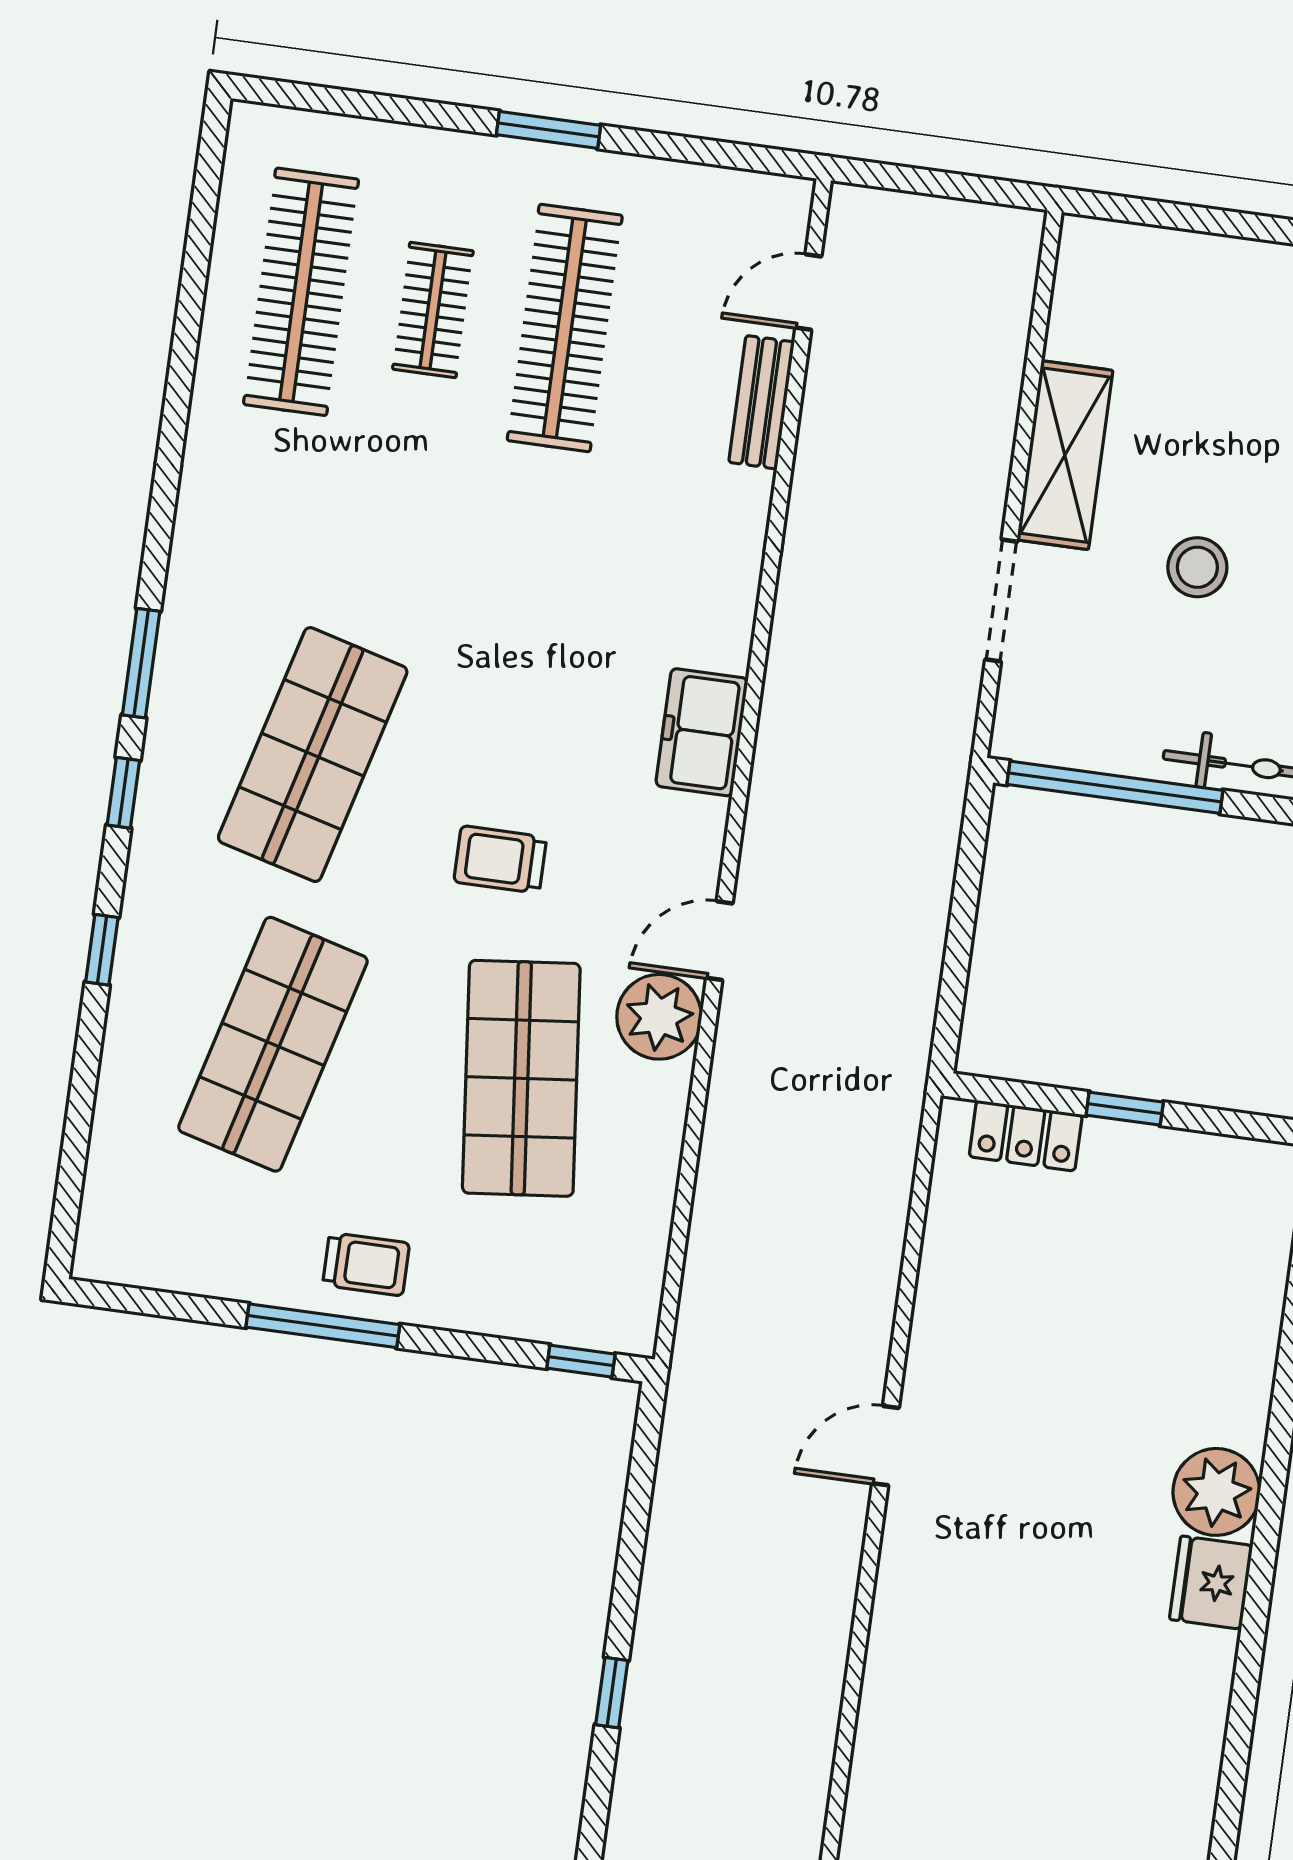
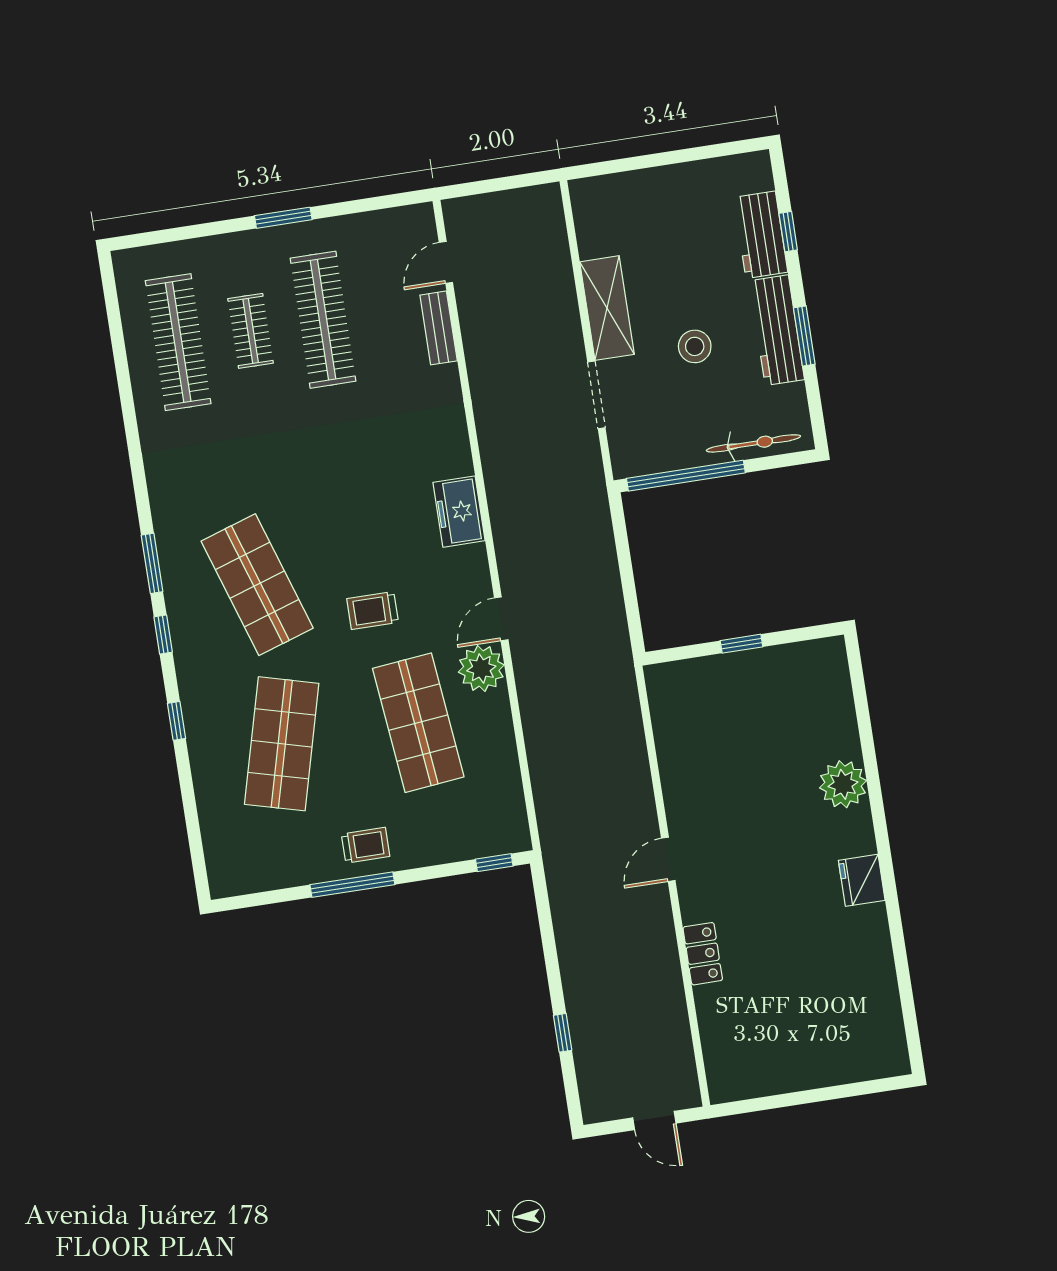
shop shelf: (313, 755) -> (257, 585), turned -33
locker: (1026, 1136) -> (703, 954), moved, turned -90
plant: (1216, 1492) -> (843, 784), moved

